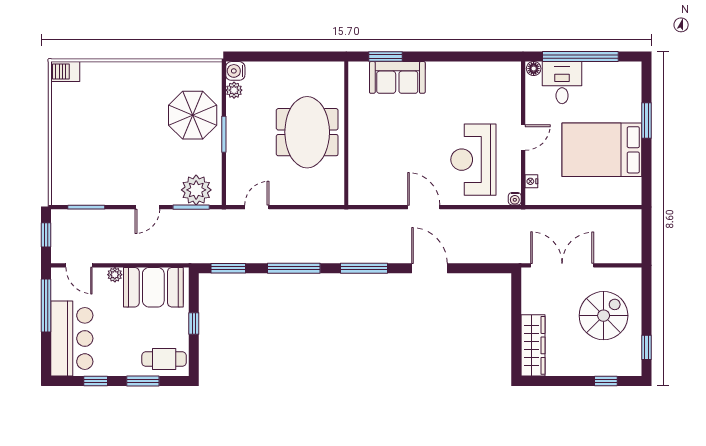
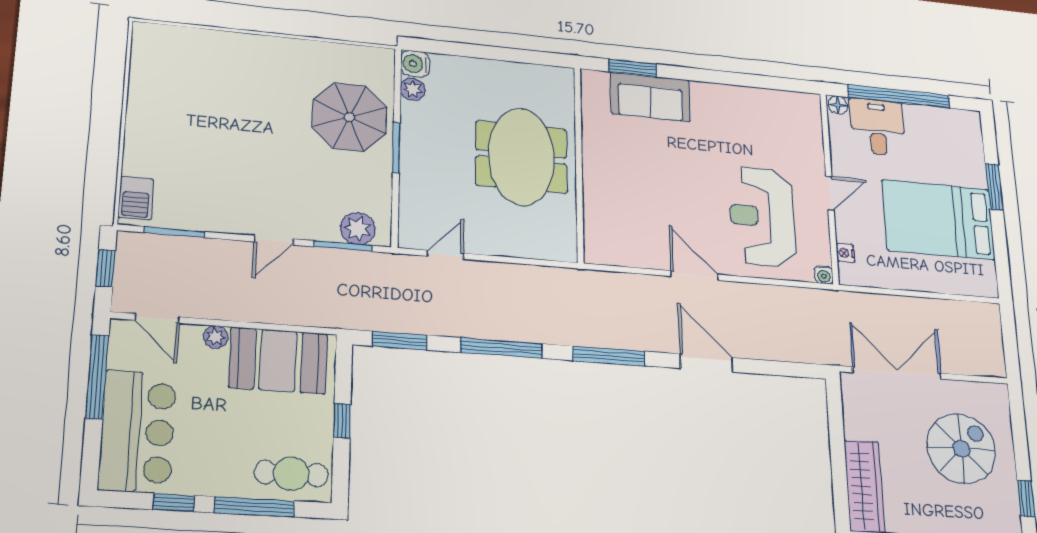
barbecue: (65, 71) -> (136, 198), moved, turned -90
plant: (196, 190) -> (358, 229), width x0.73, depth x0.73
window: (143, 381) -> (254, 507), width x1.44

